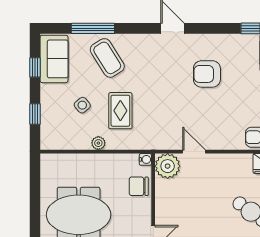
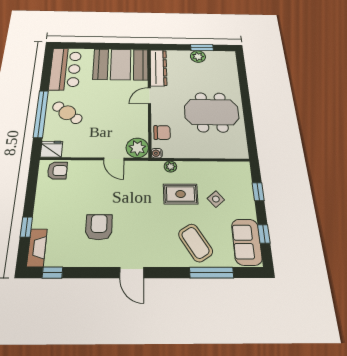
armchair: (207, 74) -> (99, 227), turned -90
rug: (120, 111) -> (181, 194), turned 90
plant: (98, 143) -> (170, 167), moved

